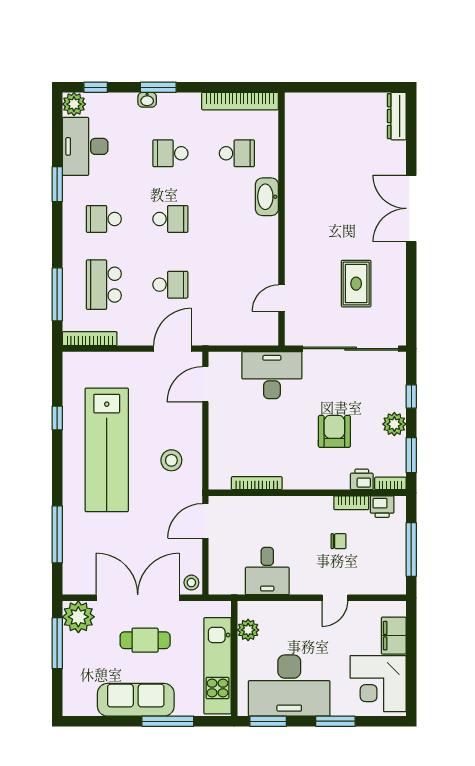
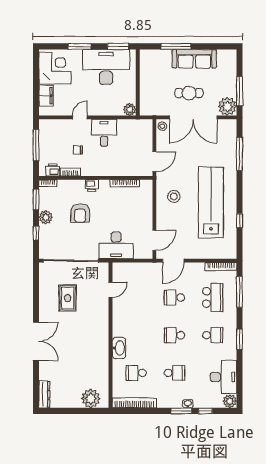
window: (96, 87) -> (205, 411), moved
plant: (316, 109) -> (91, 399), added
window: (57, 184) -> (240, 339), moved
printer: (362, 479) -> (92, 185), moved
desk: (267, 571) -> (104, 133), moved
plant: (248, 630) -> (130, 109), moved
kitchen unit: (218, 666) -> (147, 78), removed

